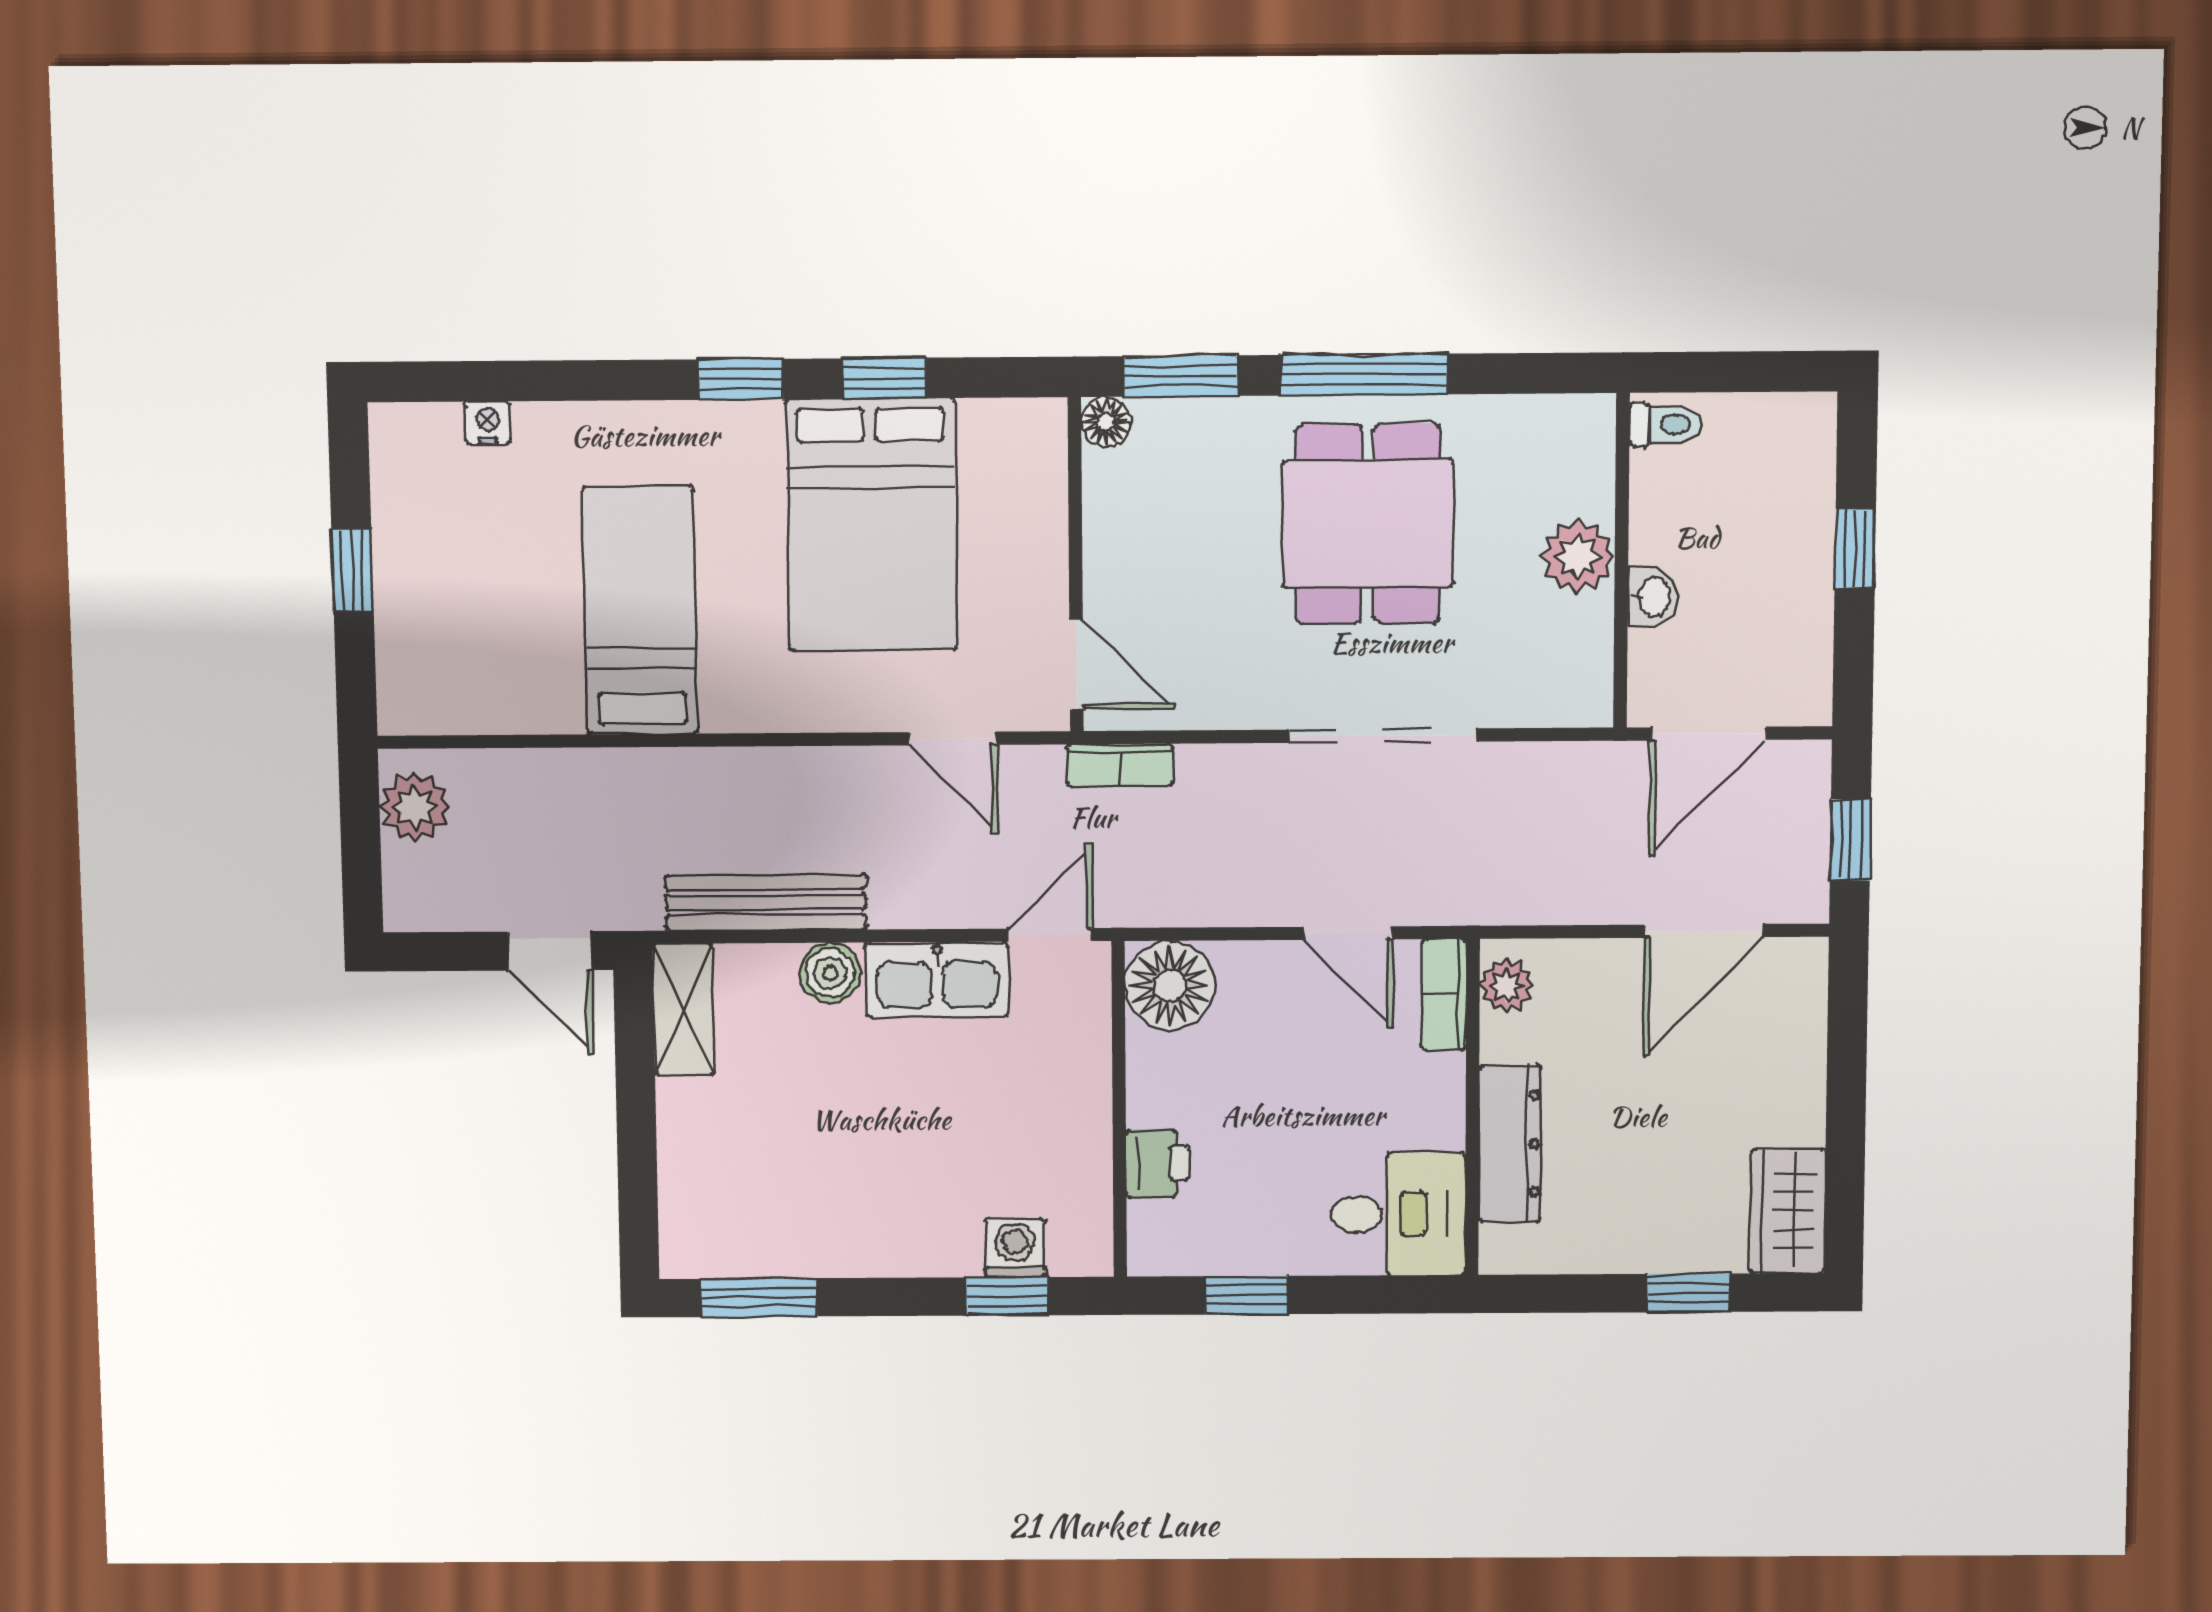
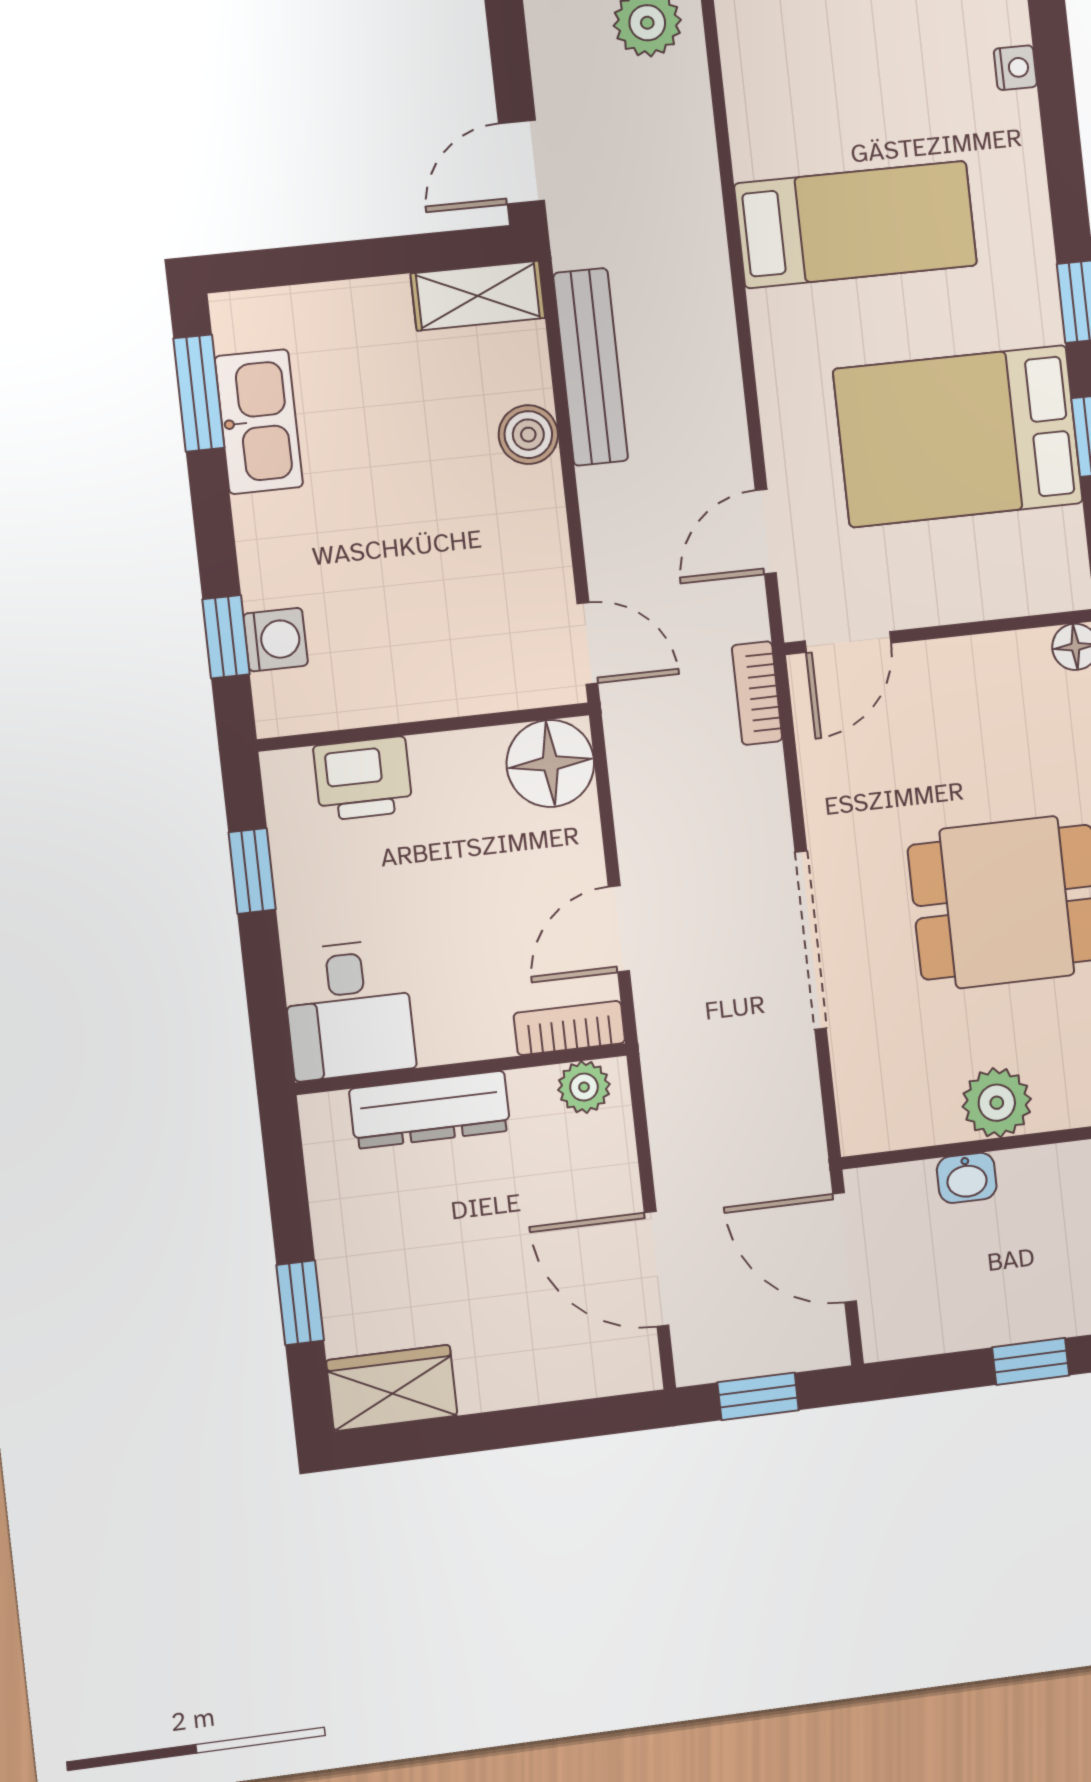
kitchen sink: (937, 979) -> (259, 422), moved, turned 180
printer: (1157, 1163) -> (363, 779), width x1.36, depth x1.24

